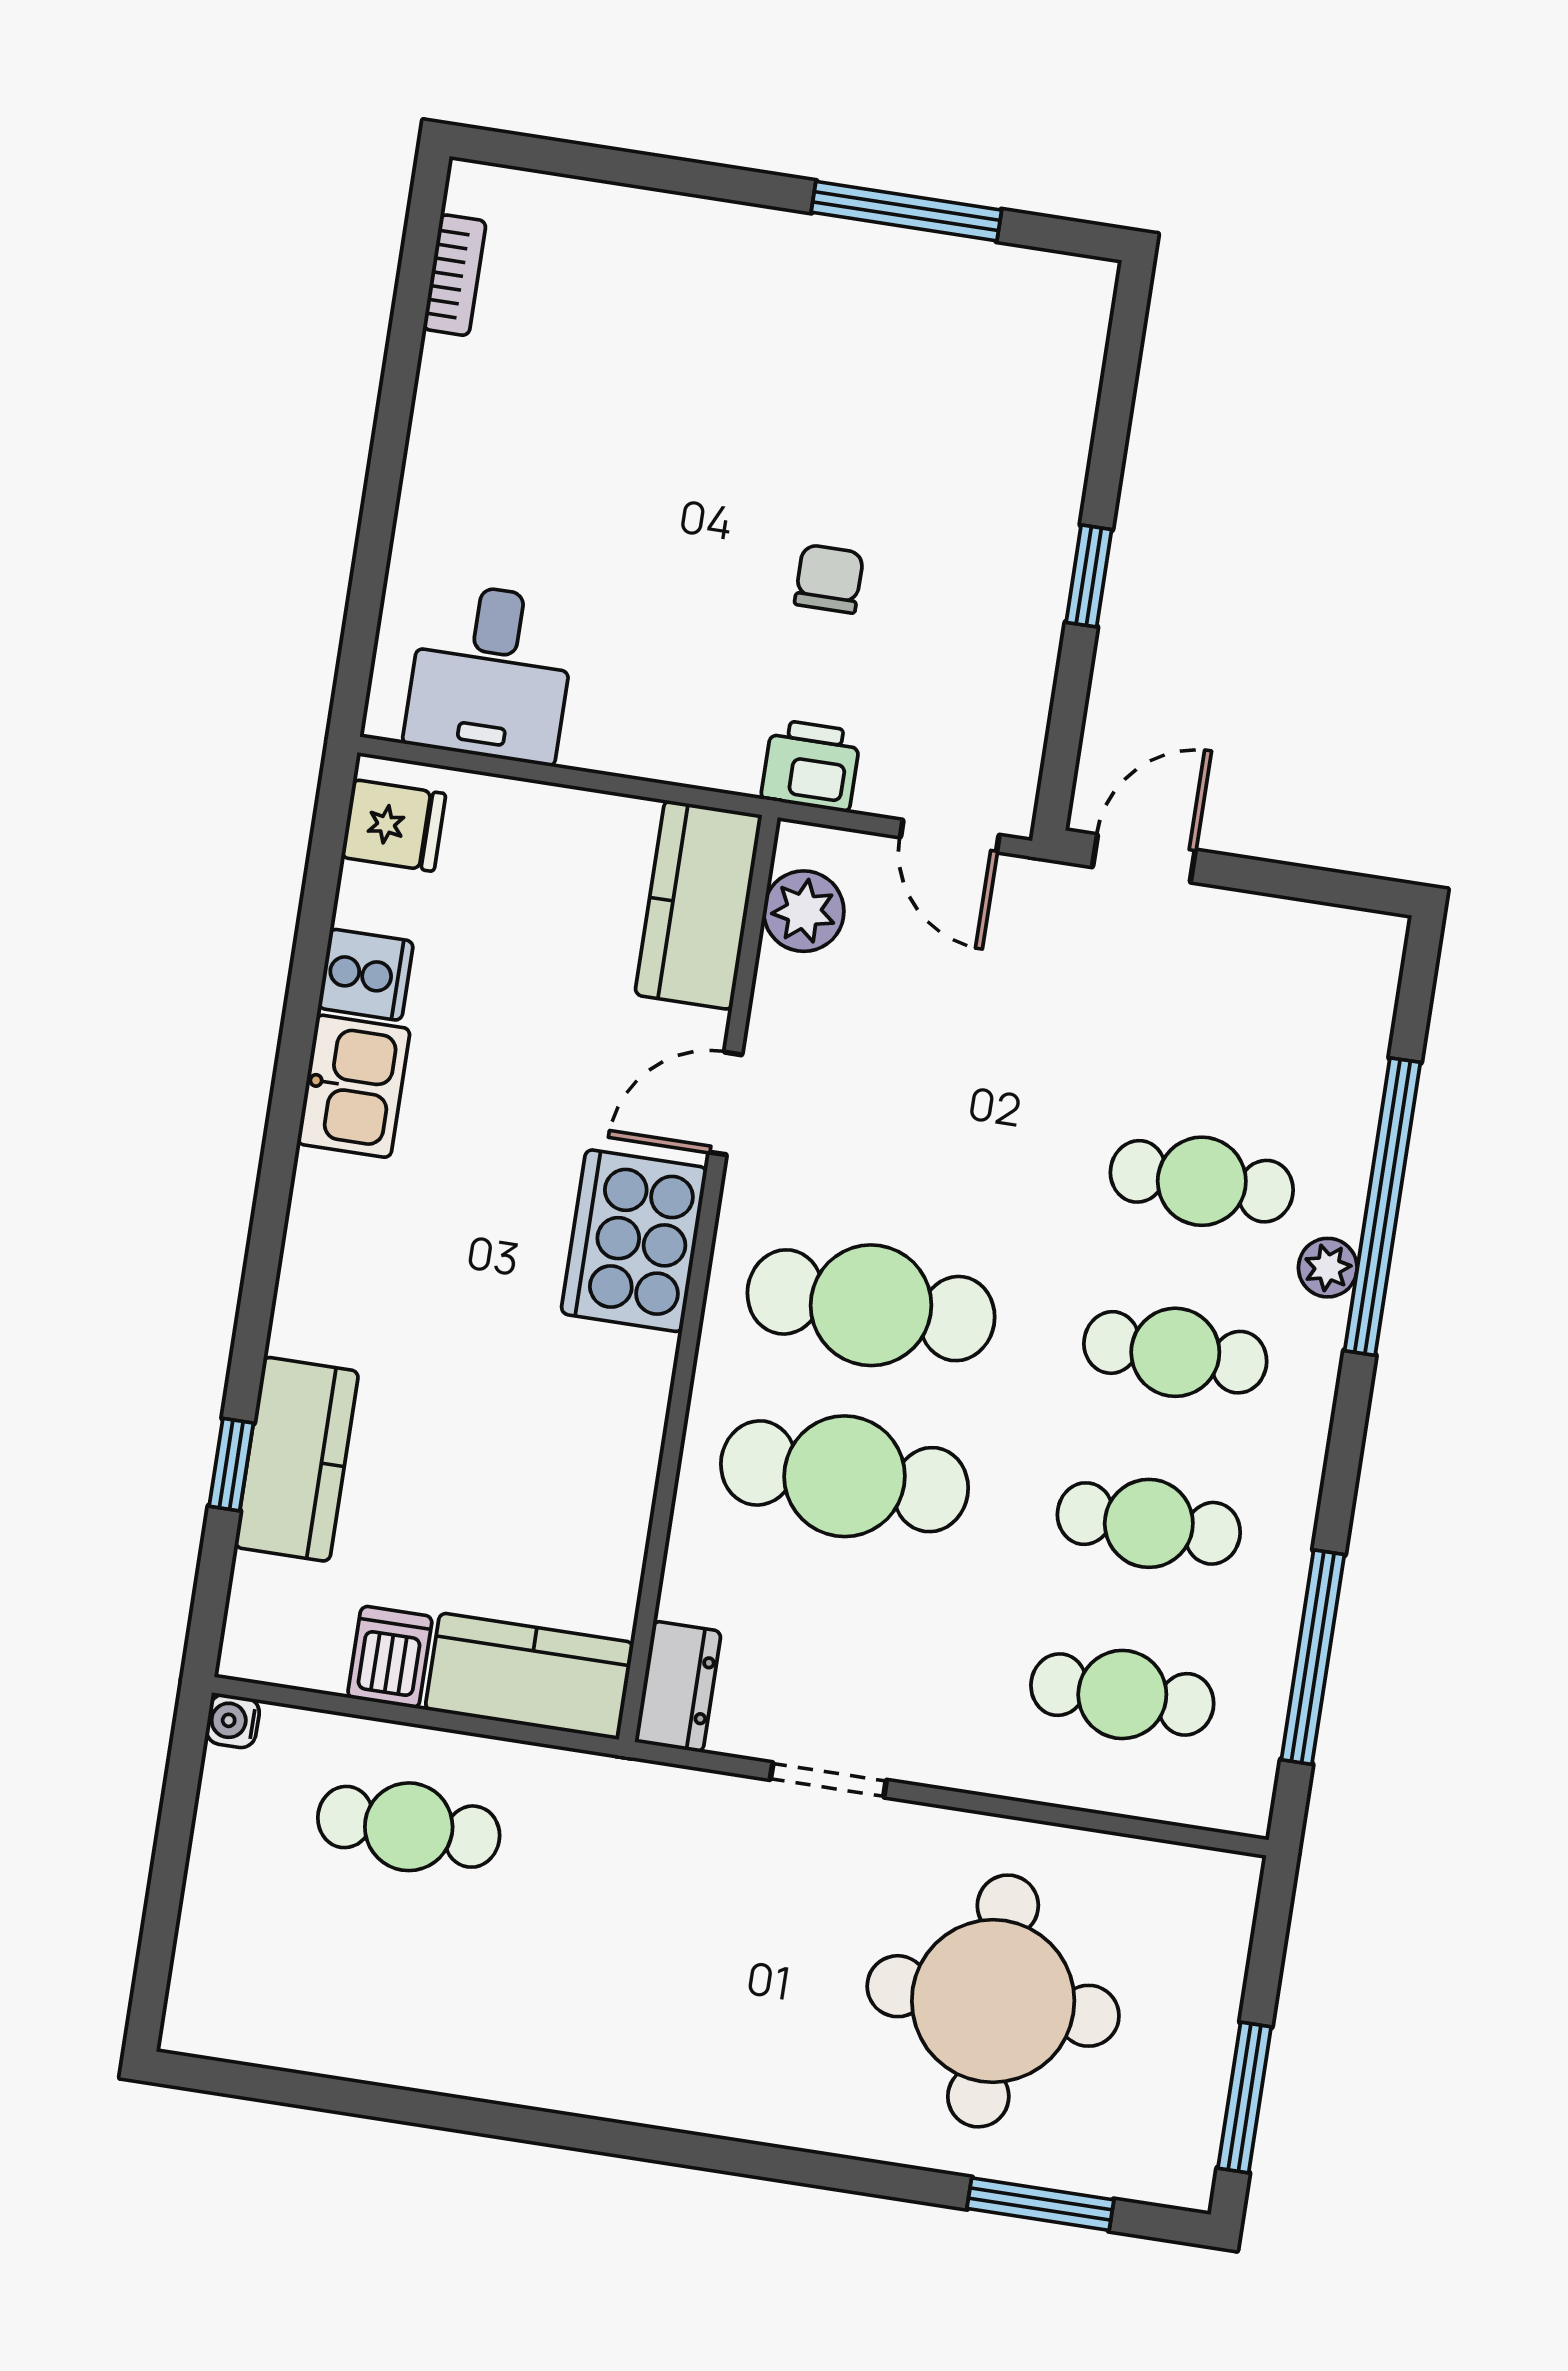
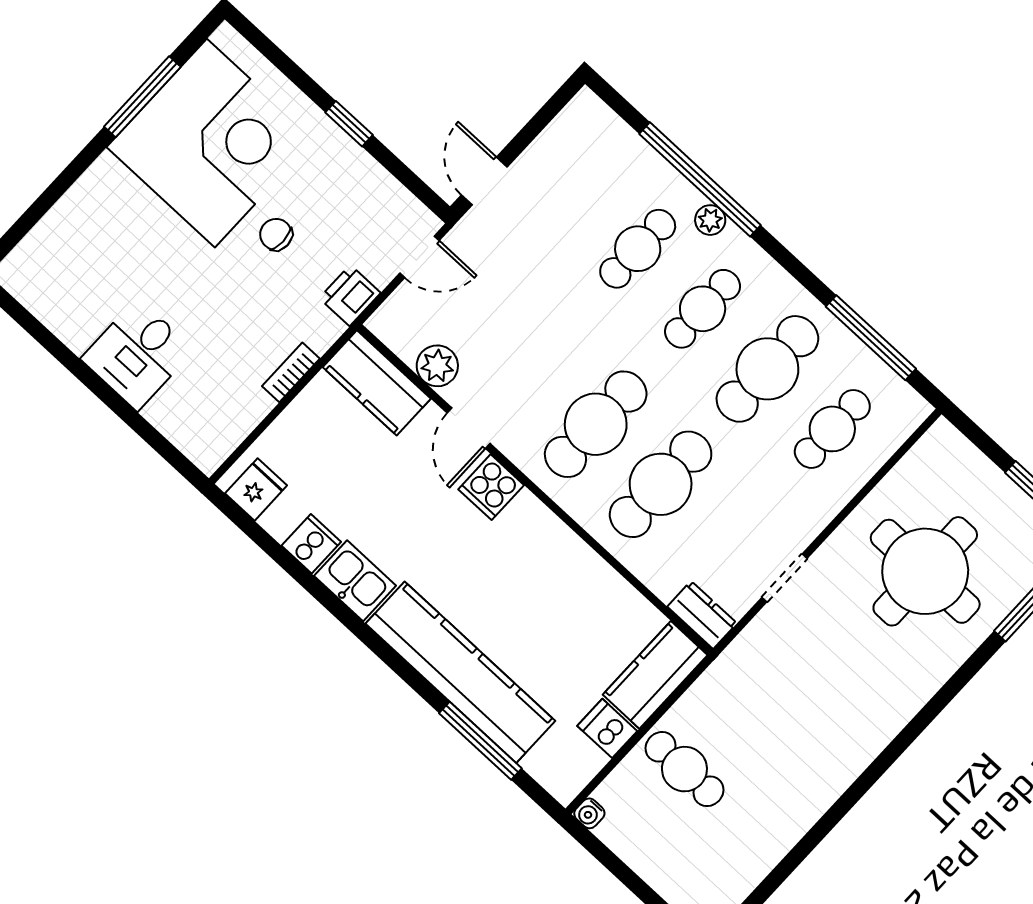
bookcase: (455, 275) -> (291, 372), moved, turned -90
corner desk: (906, 373) -> (211, 143), added
desk: (491, 673) -> (137, 354), moved, turned 90
plant: (804, 911) -> (437, 366), moved
cooker: (634, 1241) -> (491, 487), width x0.53, depth x0.76
kitchen counter: (297, 1459) -> (460, 672), width x2.08, depth x1.17
window: (231, 1465) -> (480, 741), width x2.17
cafe table: (1149, 1523) -> (767, 369), width x1.37, depth x1.35
cafe table: (409, 1827) -> (684, 769), turned 90

